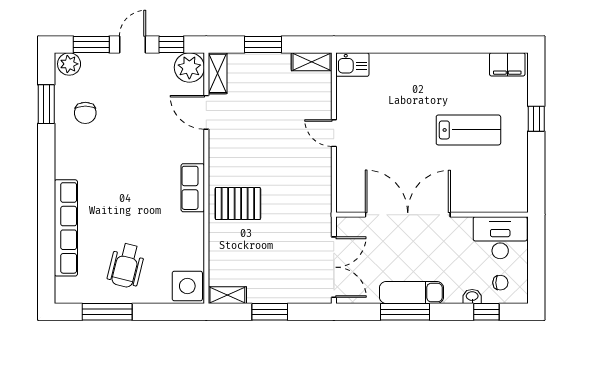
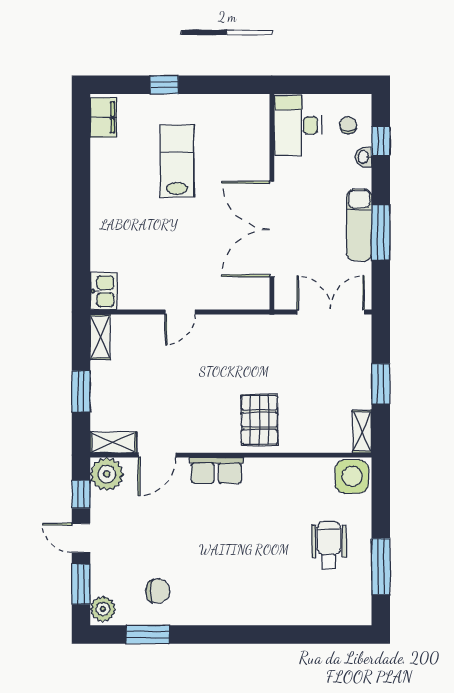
row of seats: (193, 188) -> (216, 470), moved
row of seats: (66, 228) -> (287, 613), removed
wheelchair: (126, 265) -> (329, 545), turned -104

